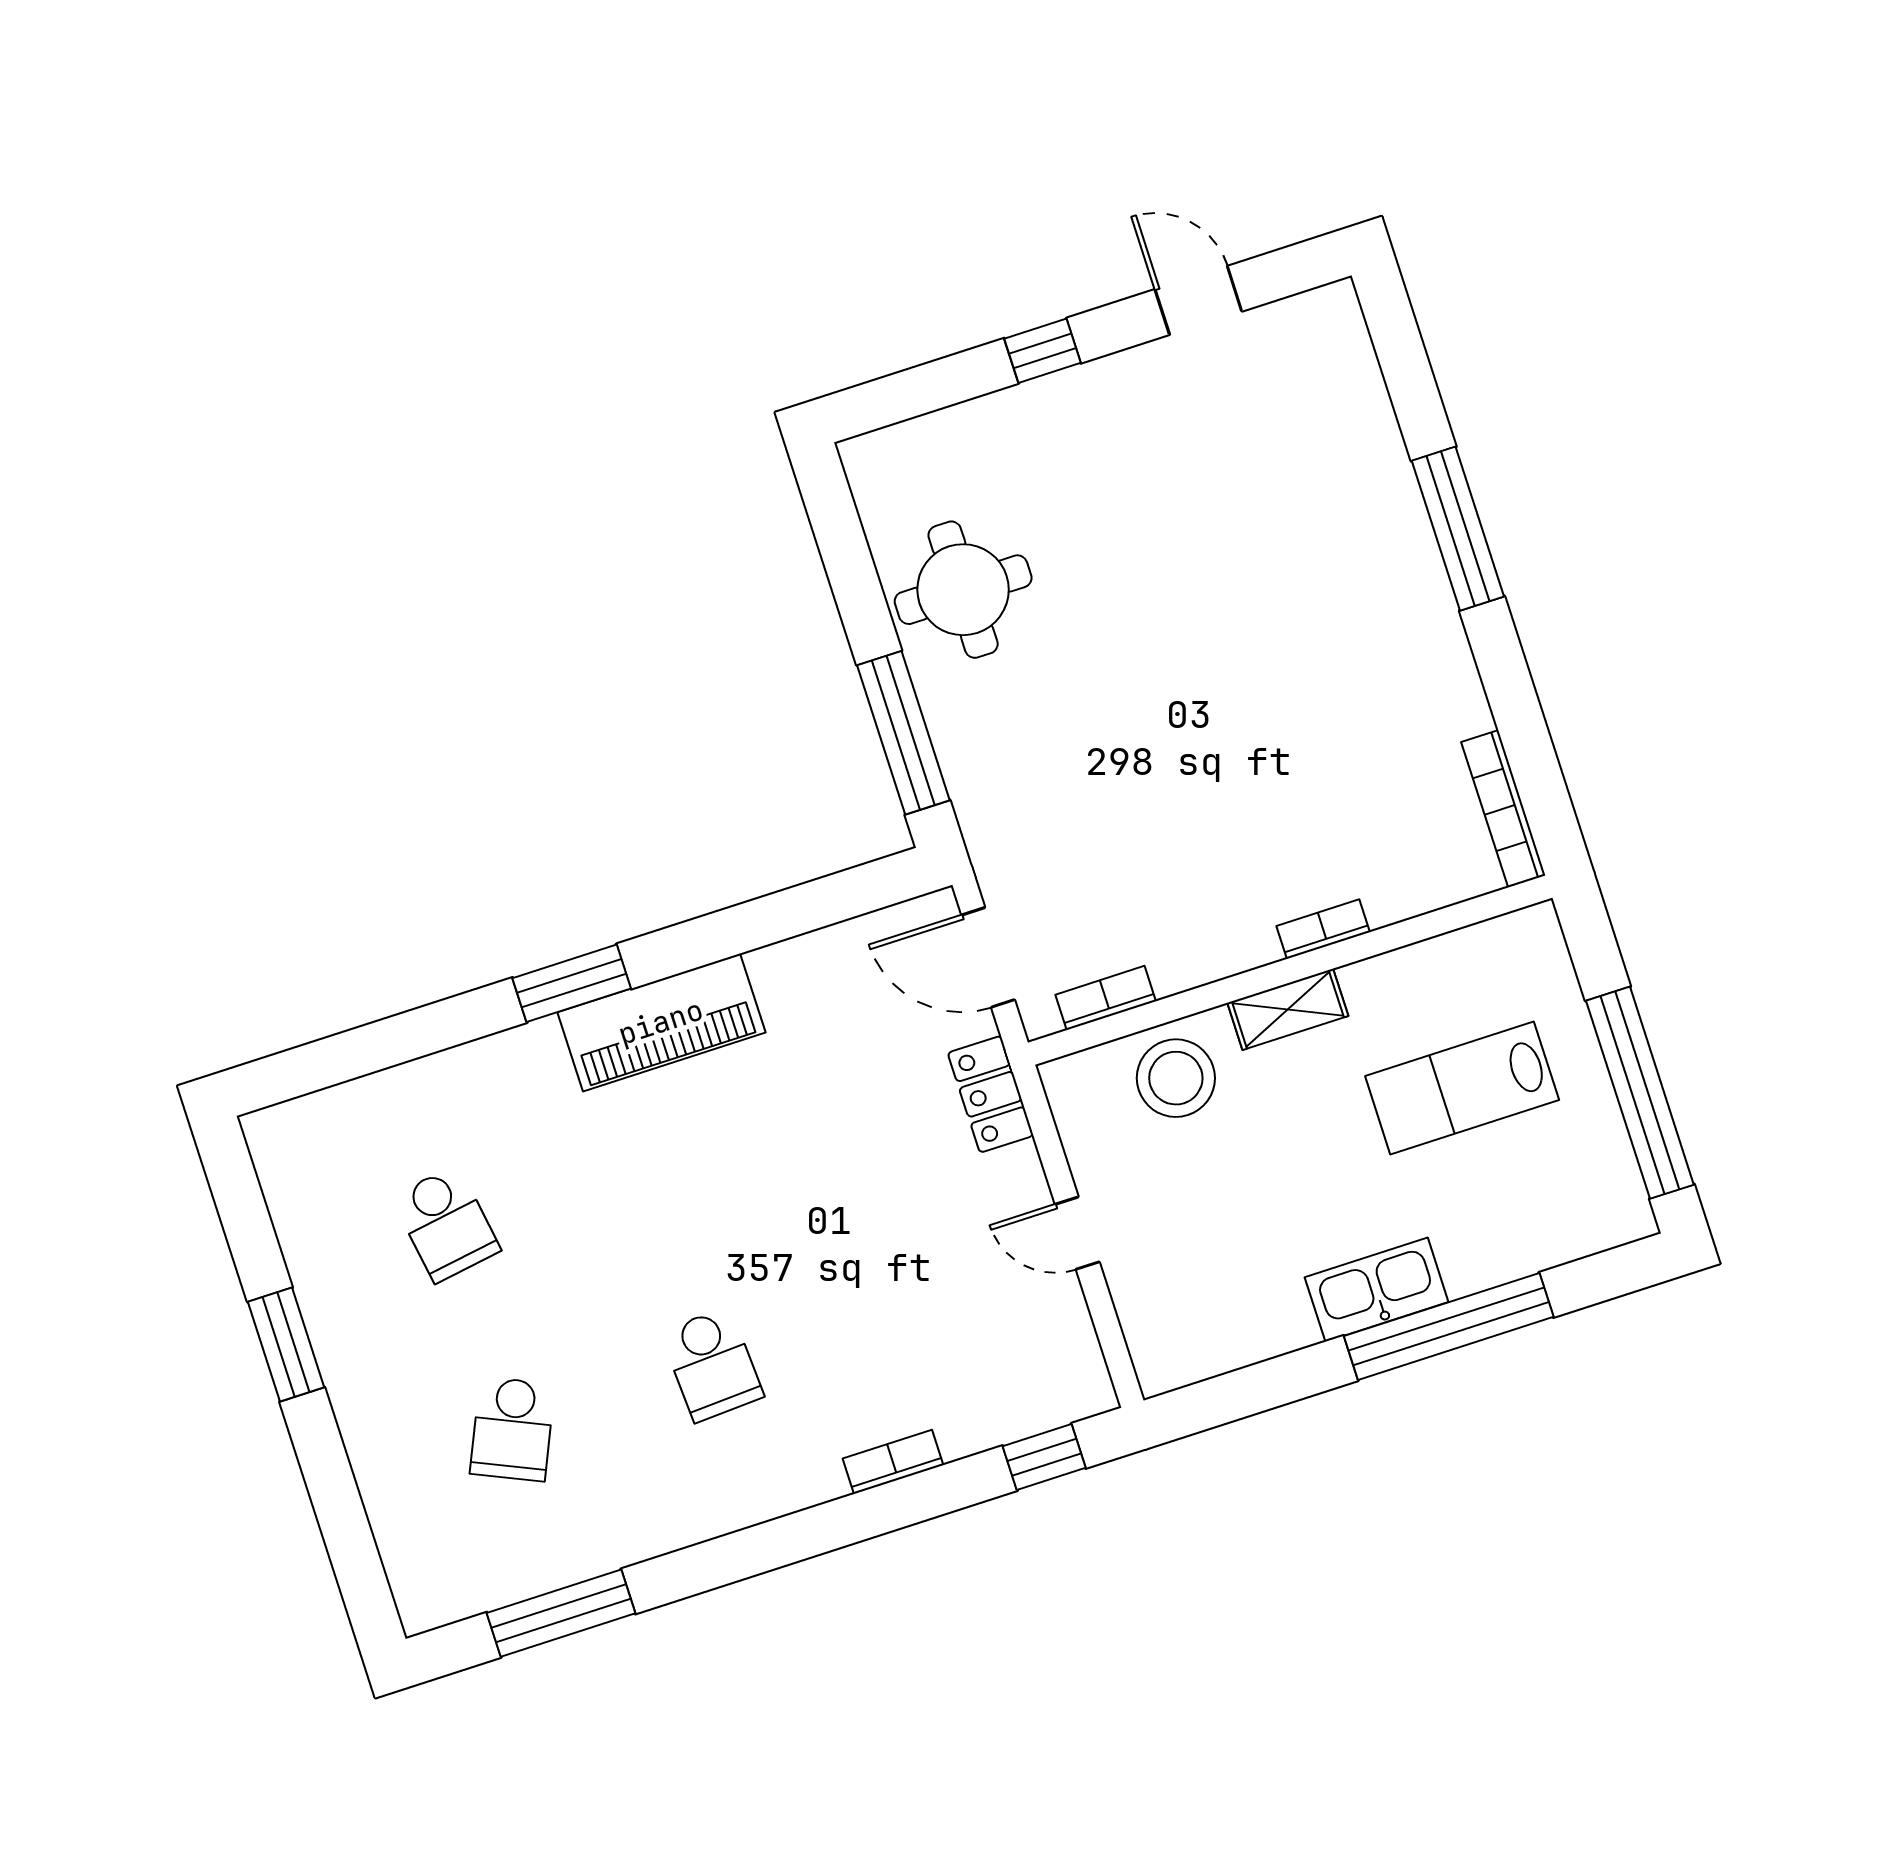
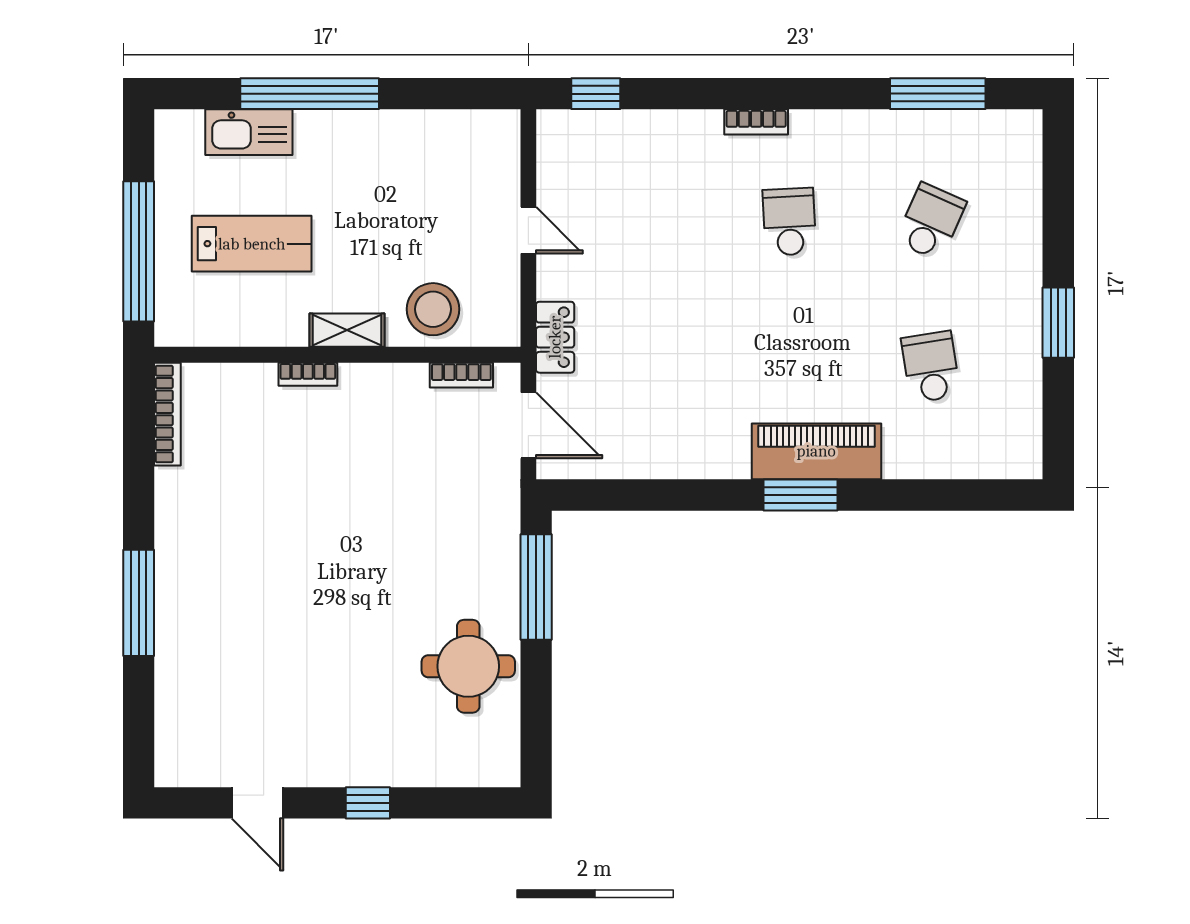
piano: (661, 1022) -> (816, 451), moved
window: (1640, 1093) -> (139, 251), moved
kitchen sink: (1377, 1290) -> (249, 132), moved
bookcase: (893, 1462) -> (756, 122), moved

